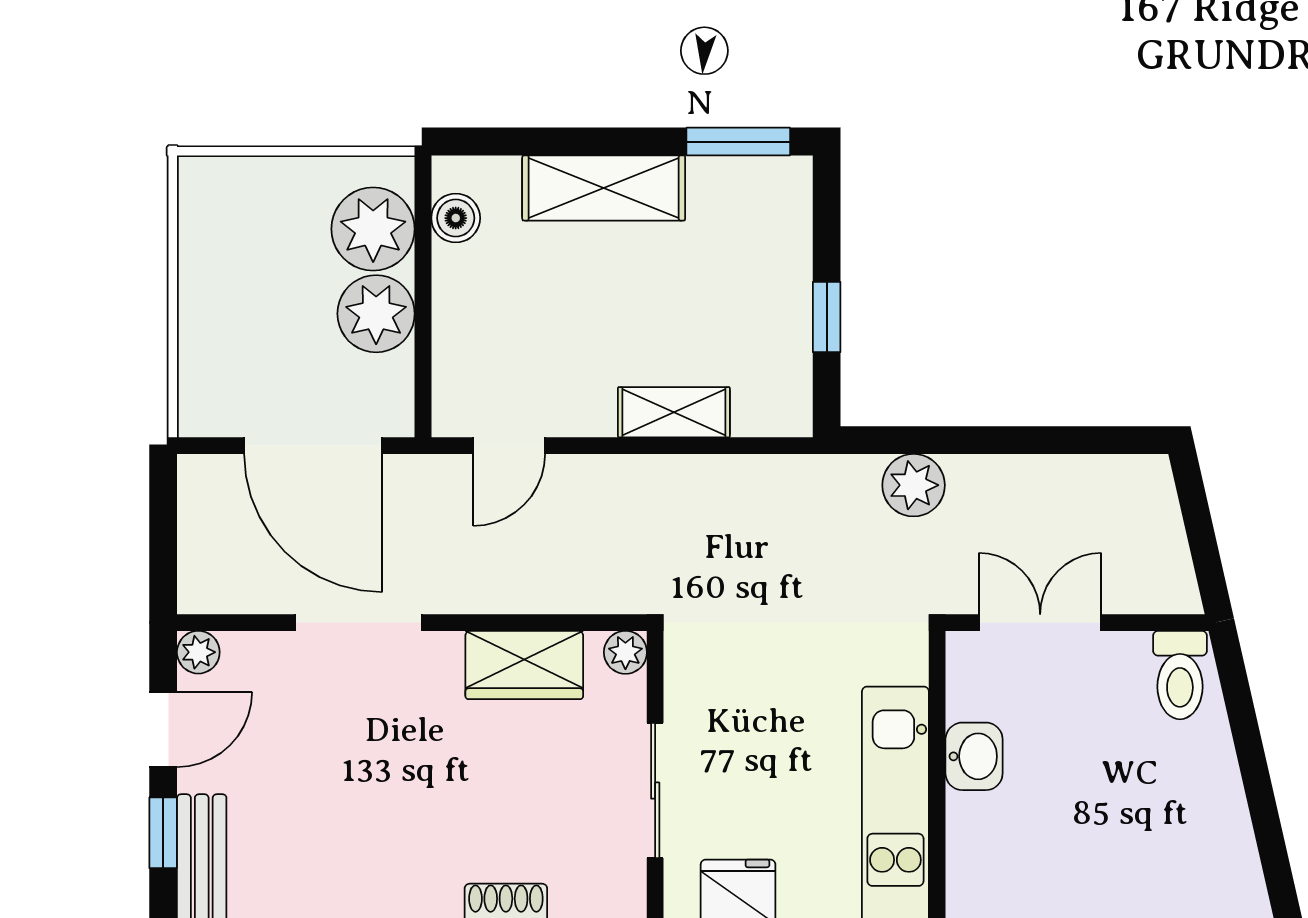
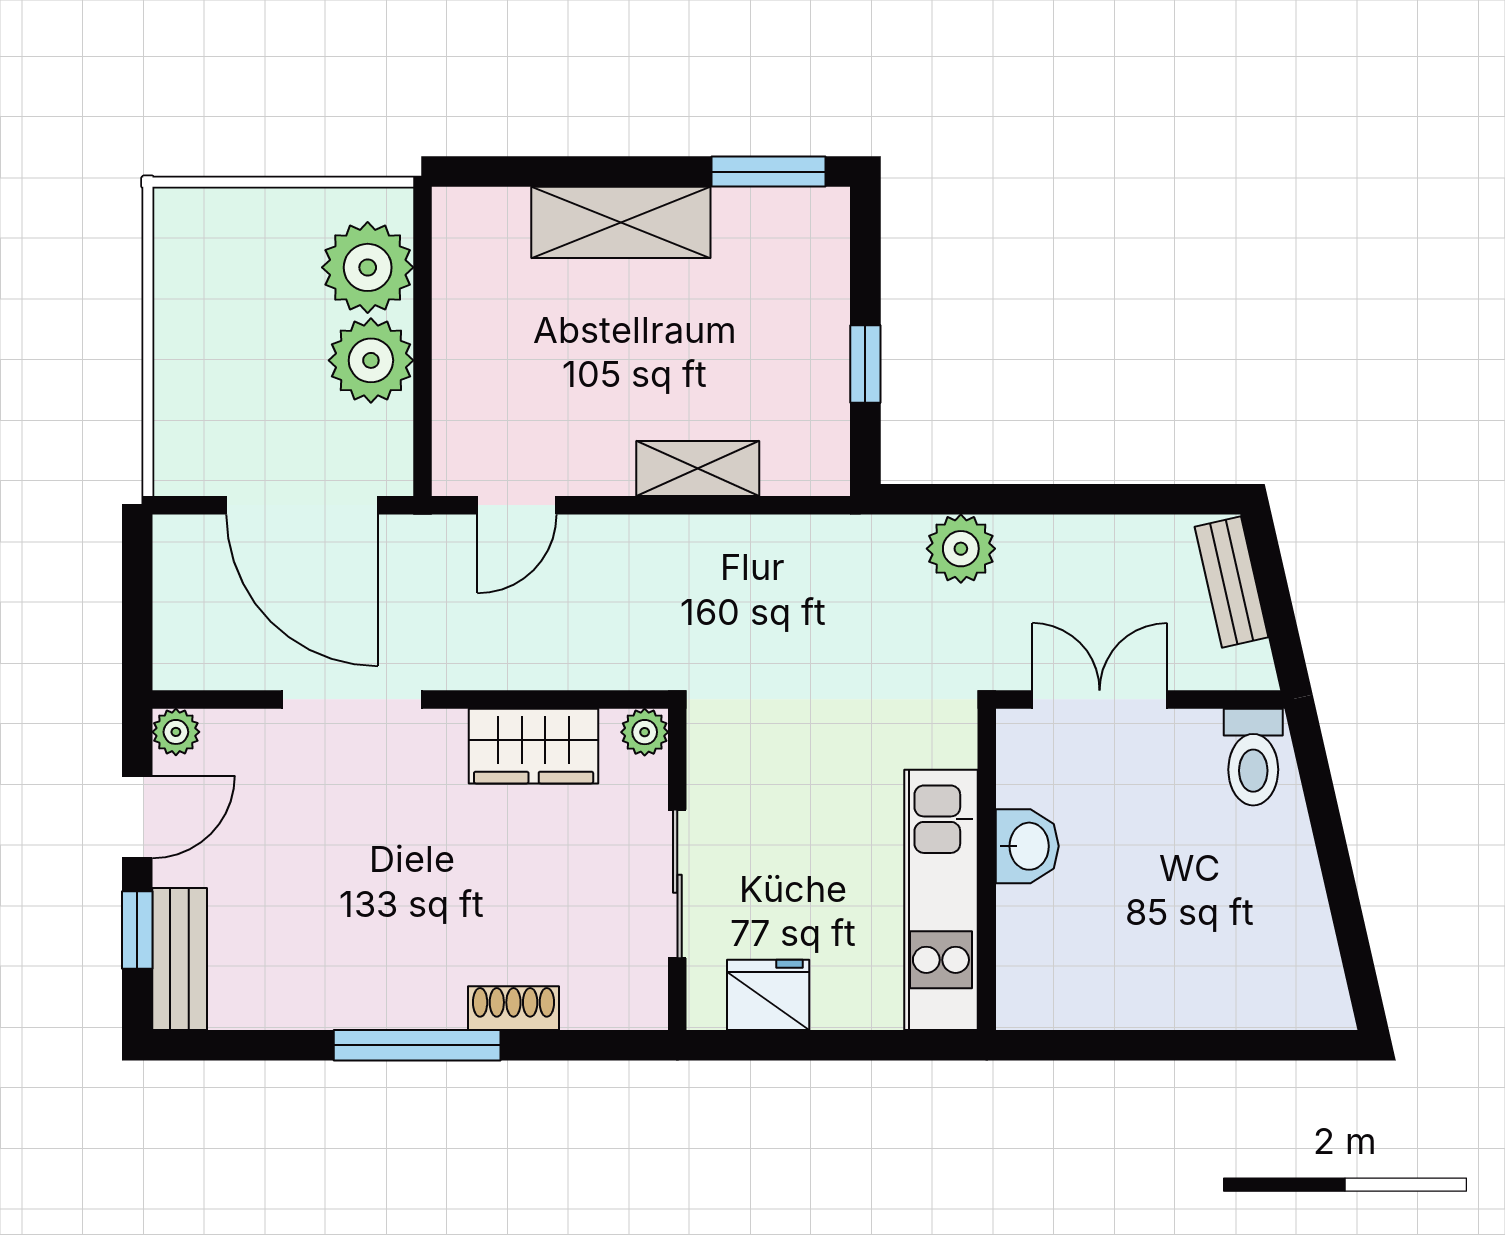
boiler: (456, 218) -> (458, 255), removed
bench: (1160, 516) -> (1231, 582), added

